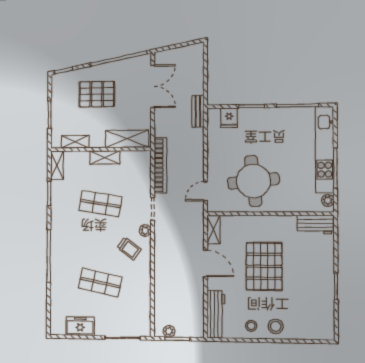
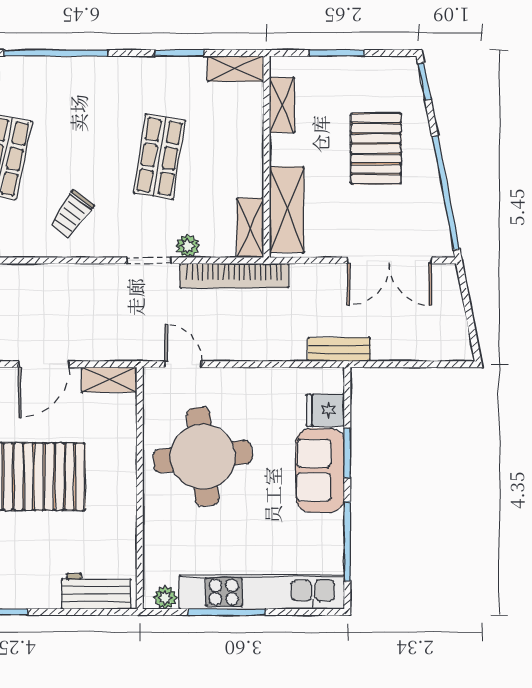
sofa: (260, 120) -> (320, 470), added
shelving: (105, 157) -> (250, 228), moved
workbench: (316, 225) -> (96, 591), moved, turned 90
plant: (145, 231) -> (188, 246), moved

